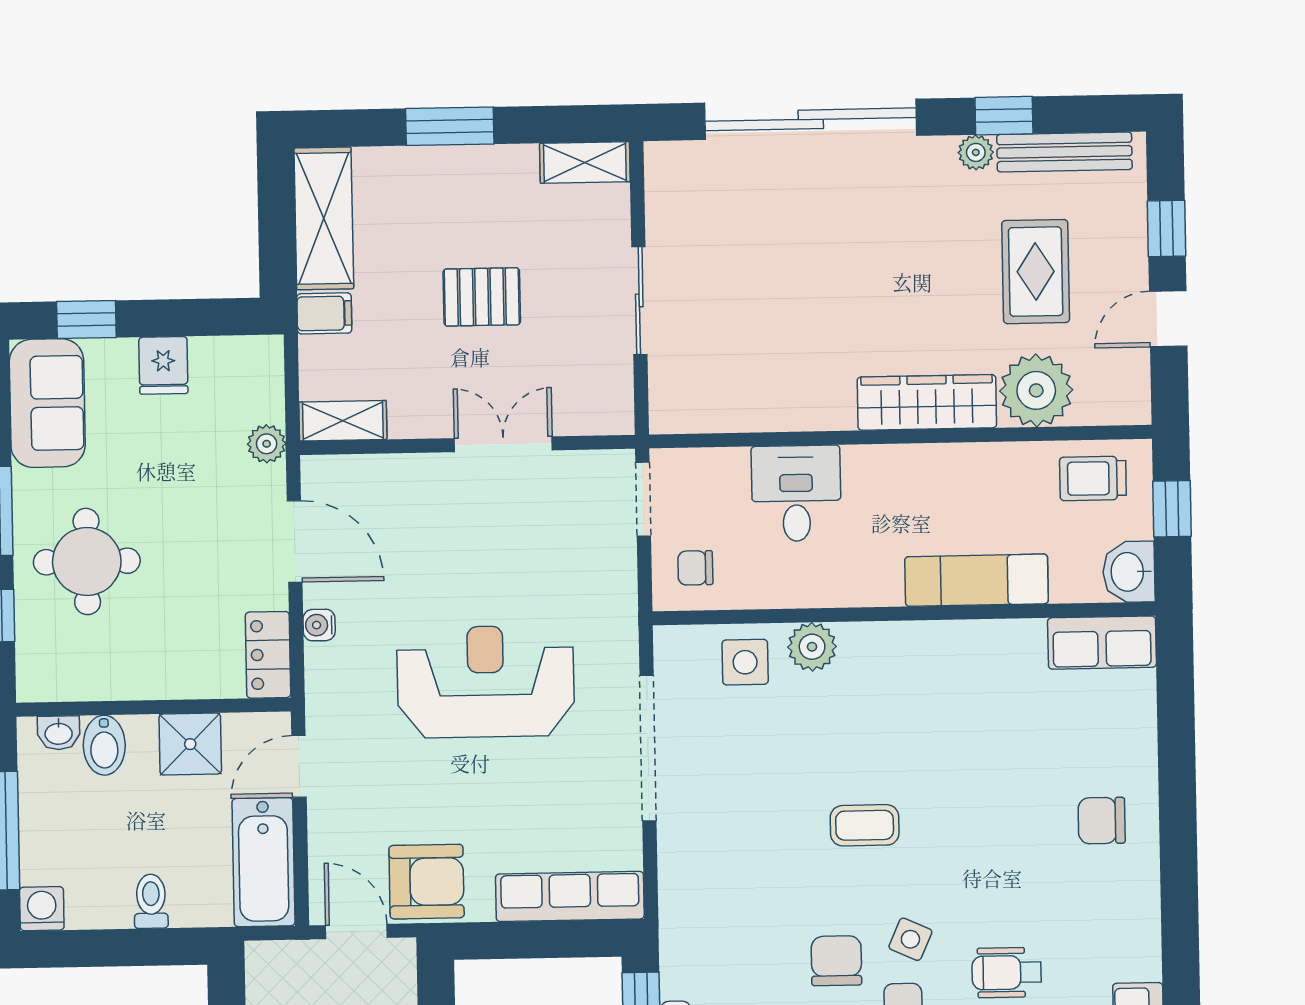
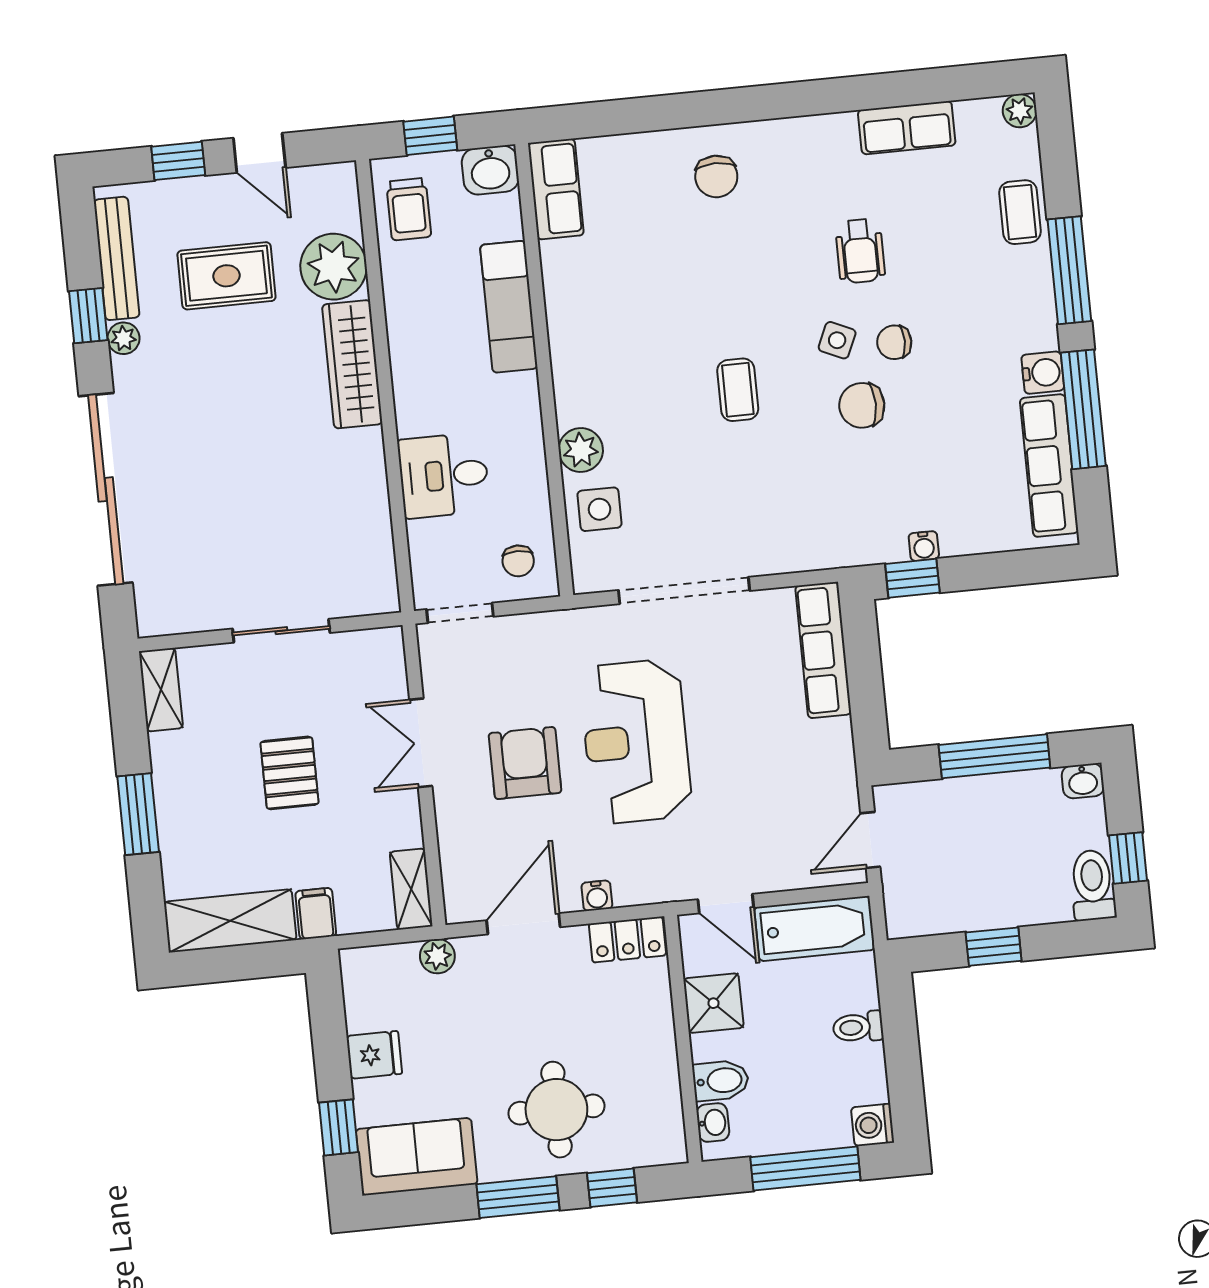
armchair: (427, 882) -> (525, 763), moved

